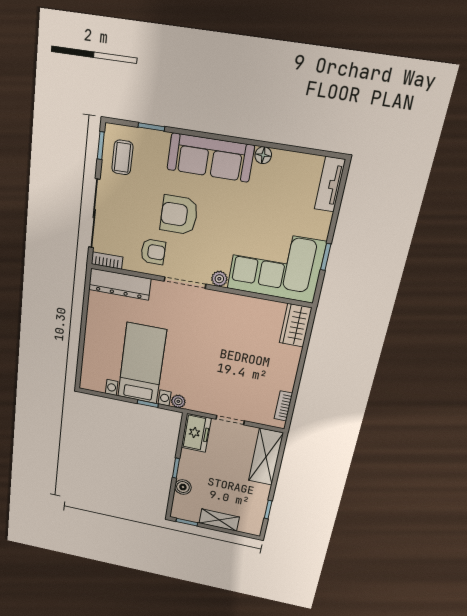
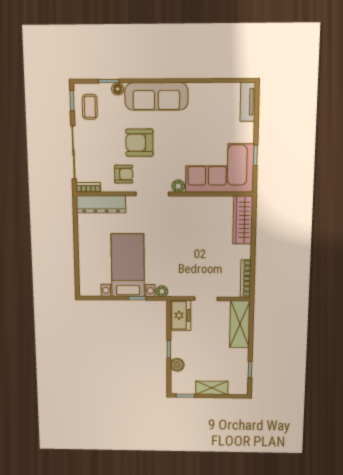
floor lamp: (263, 155) -> (118, 89), moved
wardrobe: (296, 325) -> (243, 220), width x1.50
bookcase: (283, 406) -> (246, 279), width x1.56

